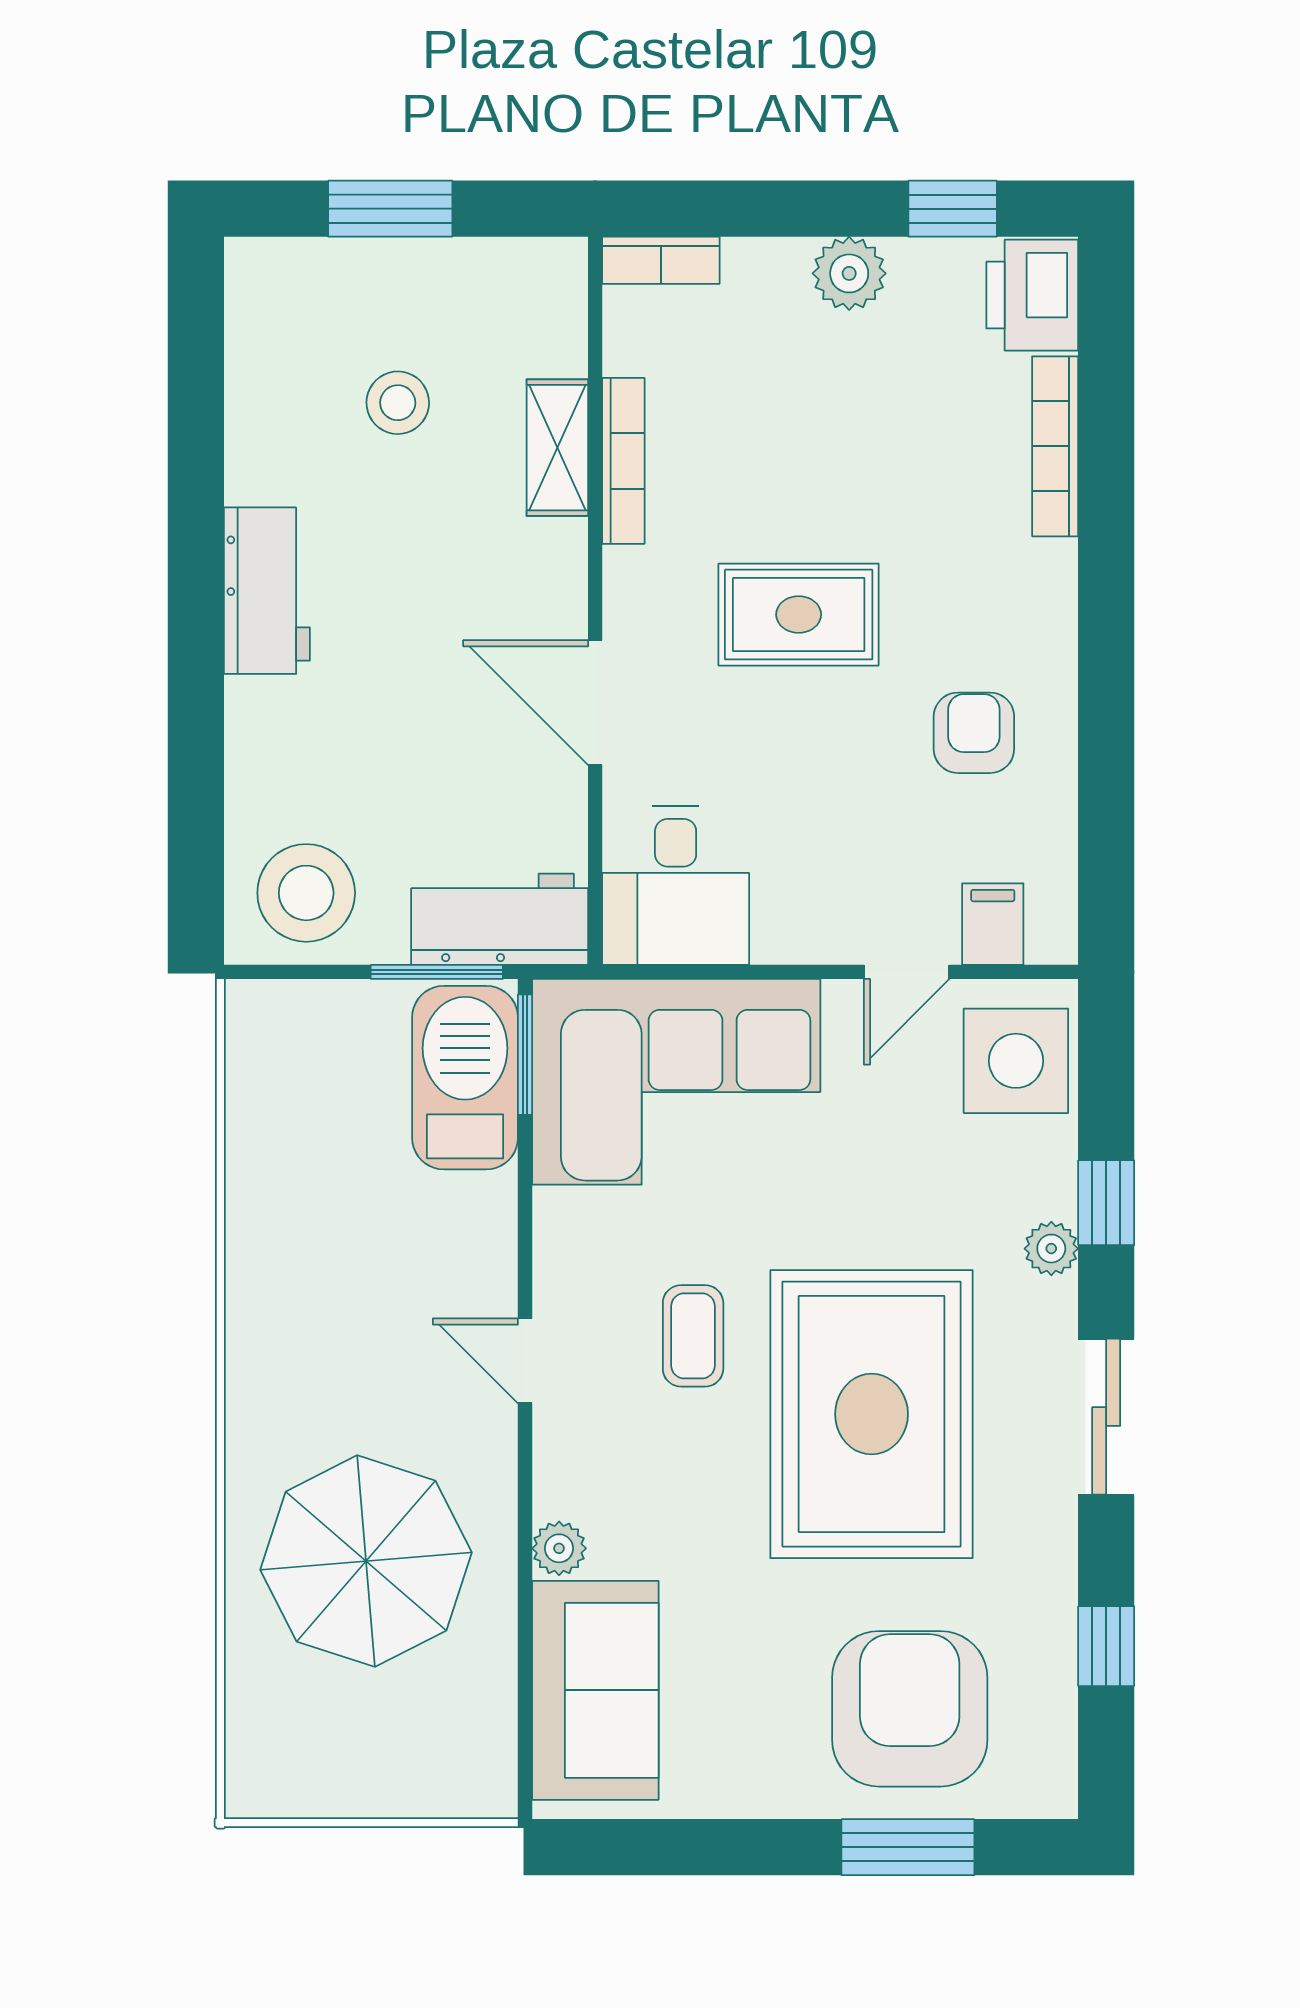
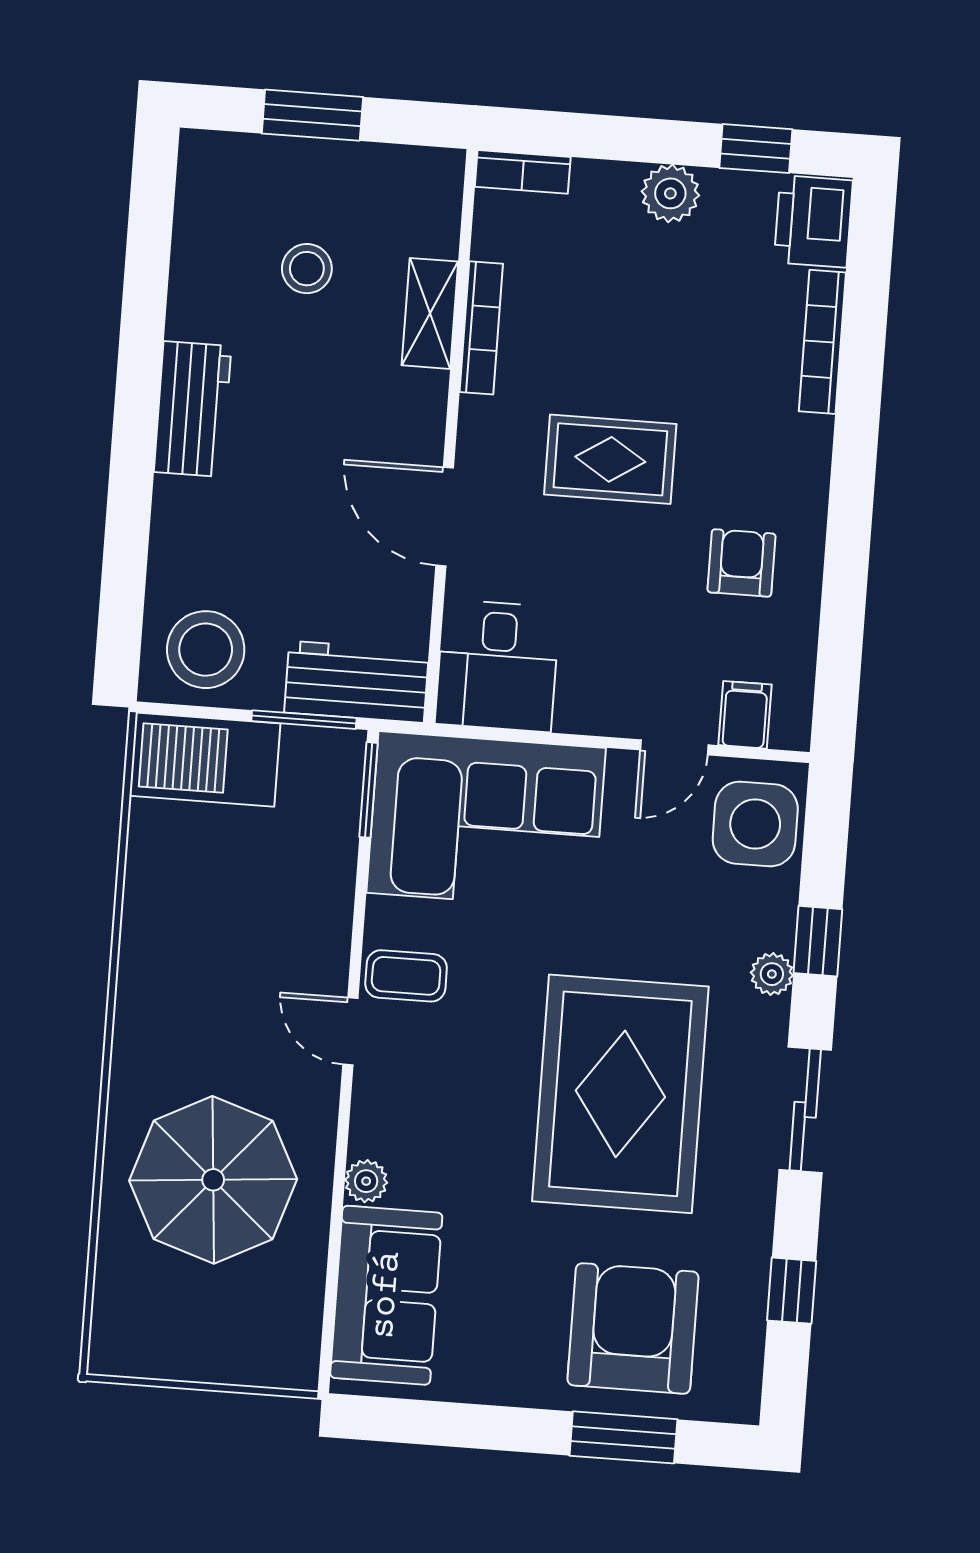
barbecue: (465, 1078) -> (205, 760), moved, turned -90
coffee table: (693, 1336) -> (406, 976), moved, turned 90

